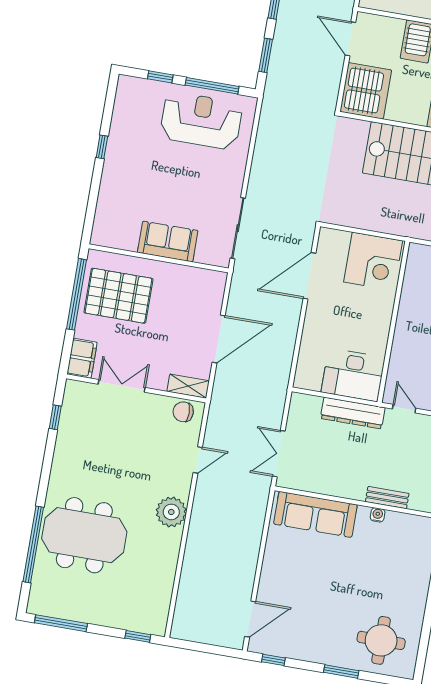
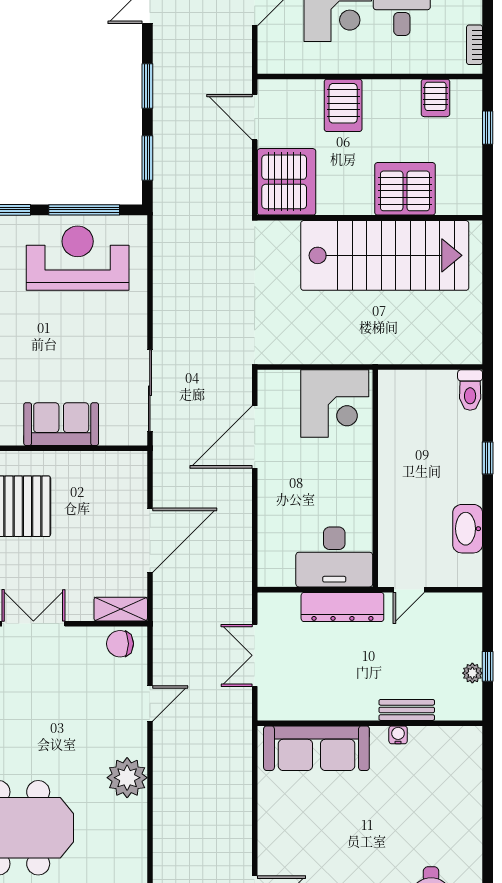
door: (404, 409) -> (409, 590), swing flipped
double door: (279, 454) -> (255, 655), moved

